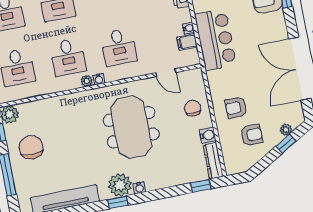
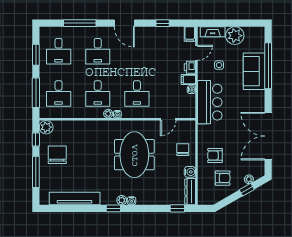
filing cabinet: (187, 42) -> (188, 79), moved
door: (166, 73) -> (168, 119), hinge flipped
plant: (120, 185) -> (122, 200), width x0.53, depth x0.53

